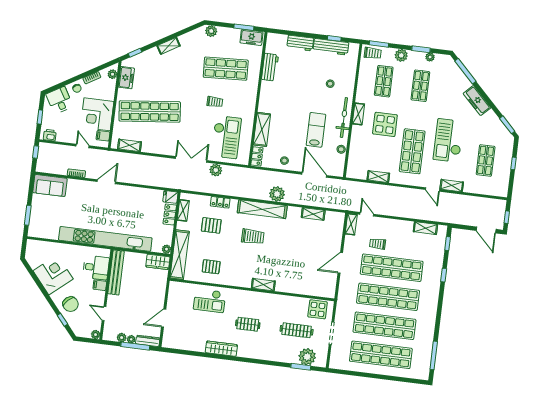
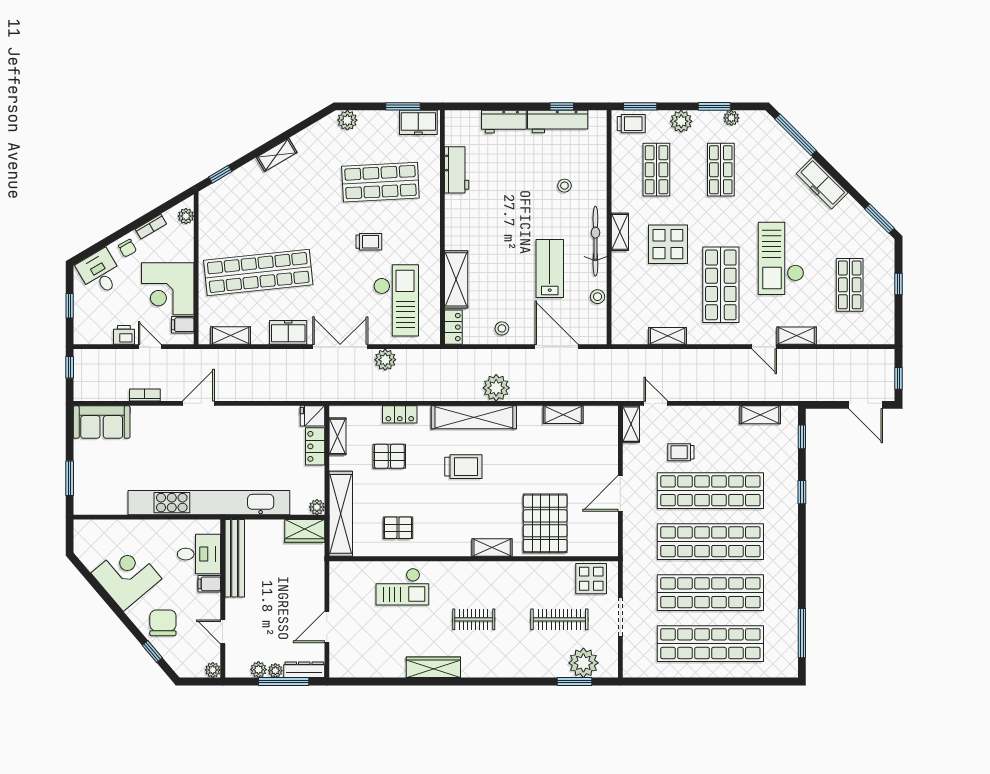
freezer: (126, 78) -> (288, 332), moved, turned -90
printer: (50, 135) -> (124, 335), moved
pallet: (295, 275) -> (545, 523), added
chair: (71, 304) -> (163, 623), turned -137

